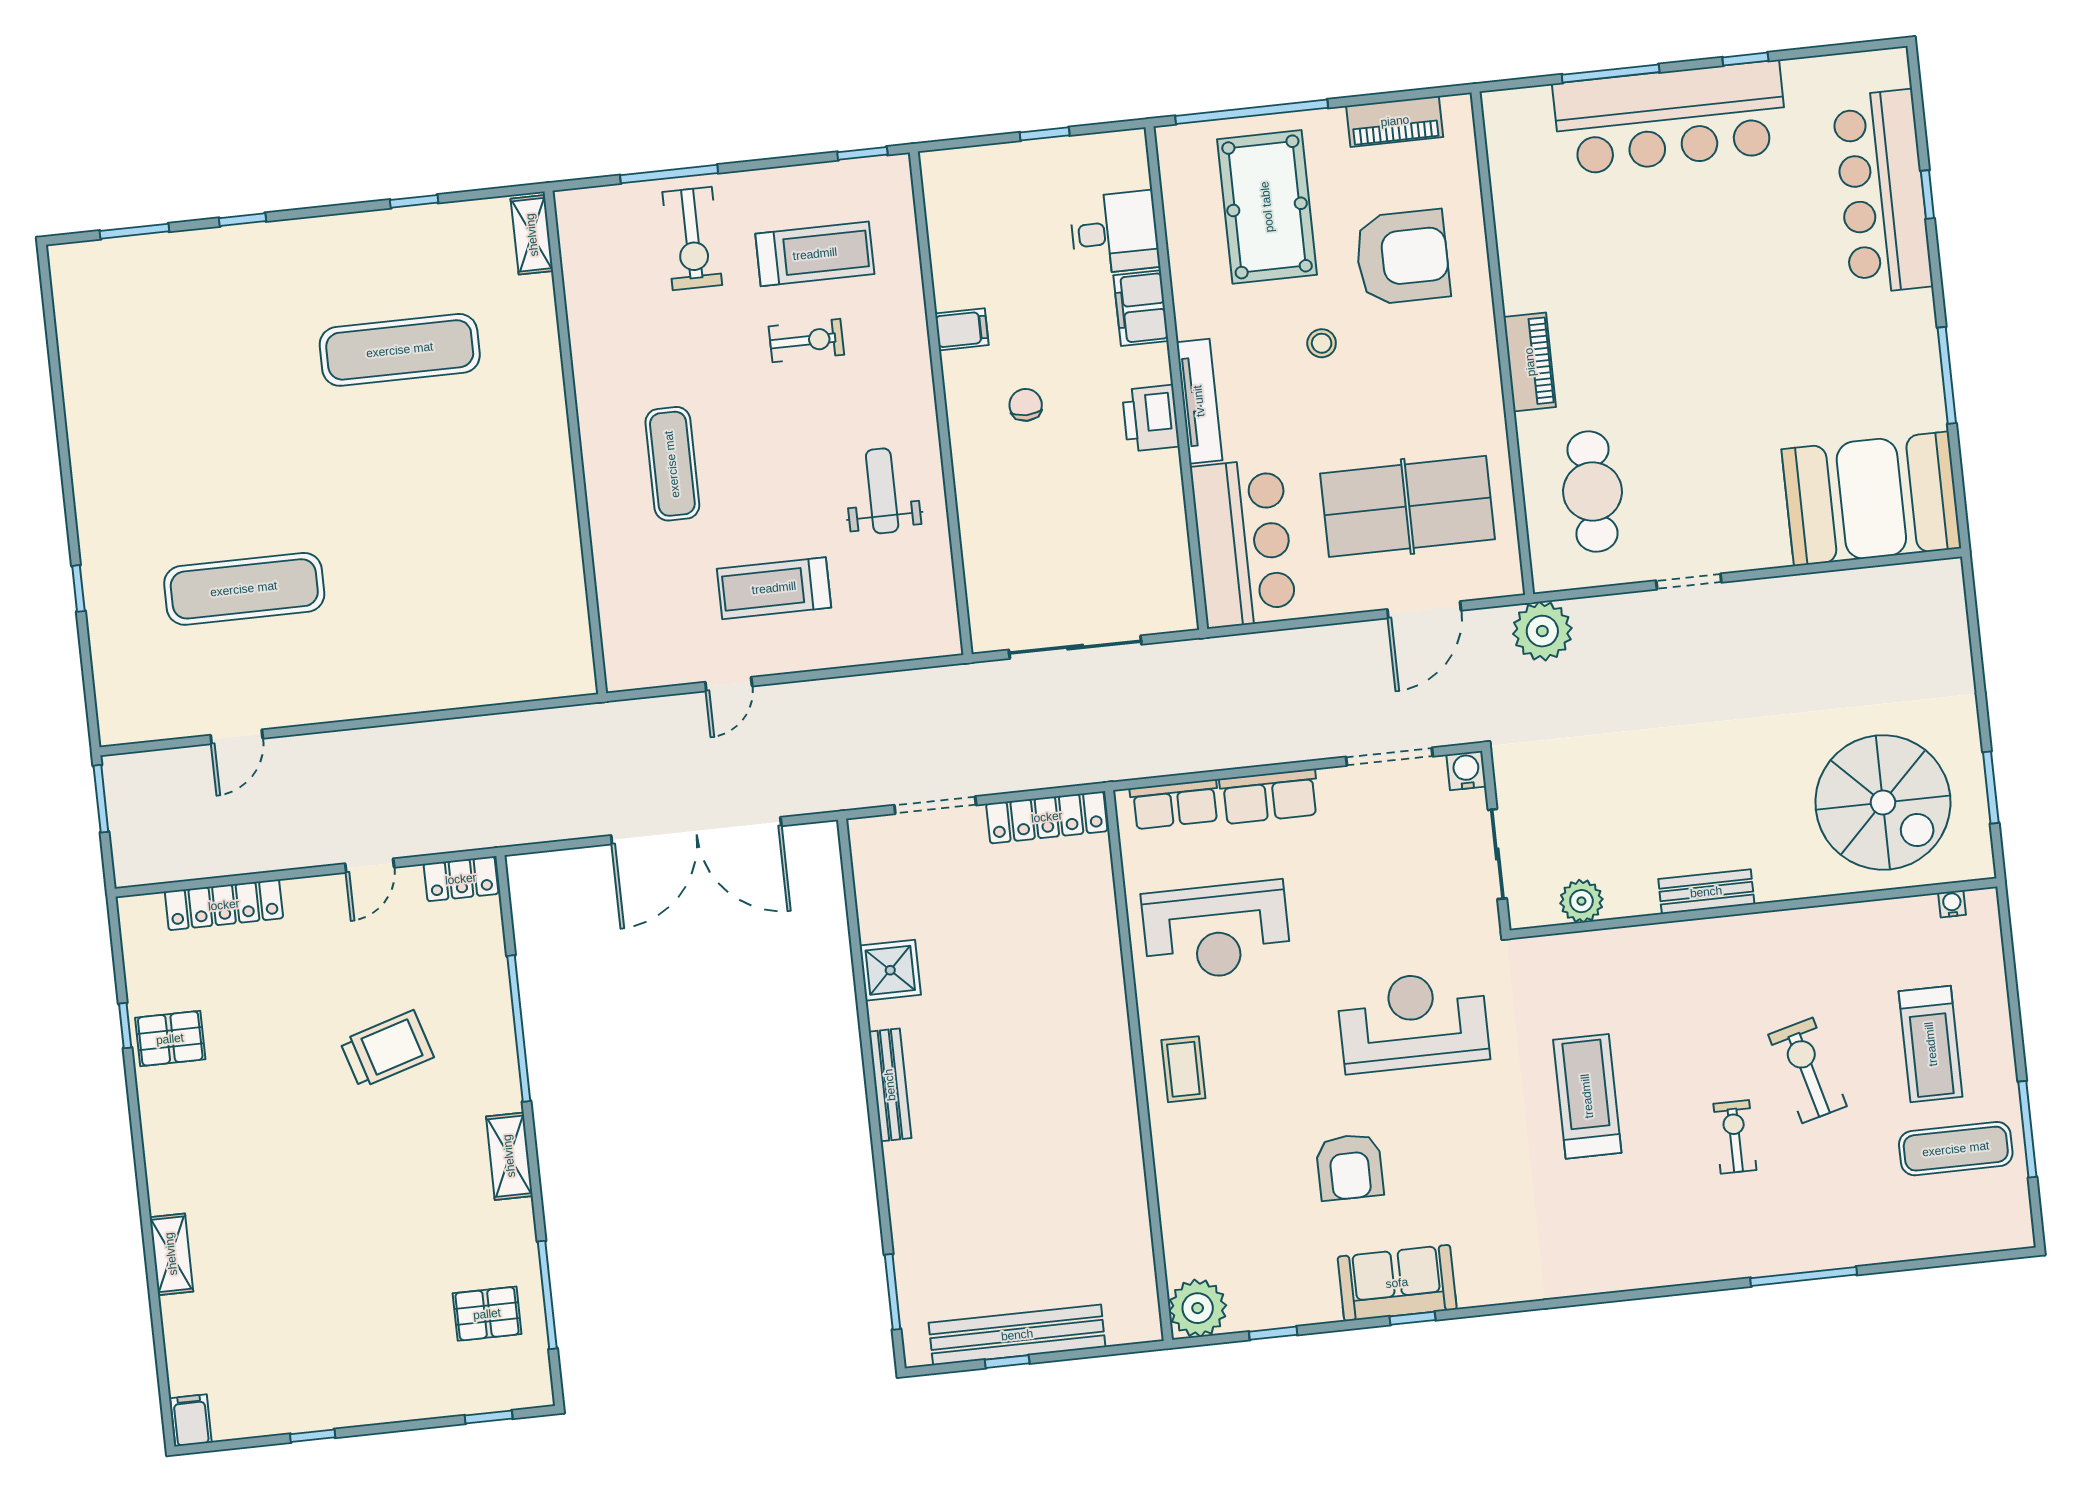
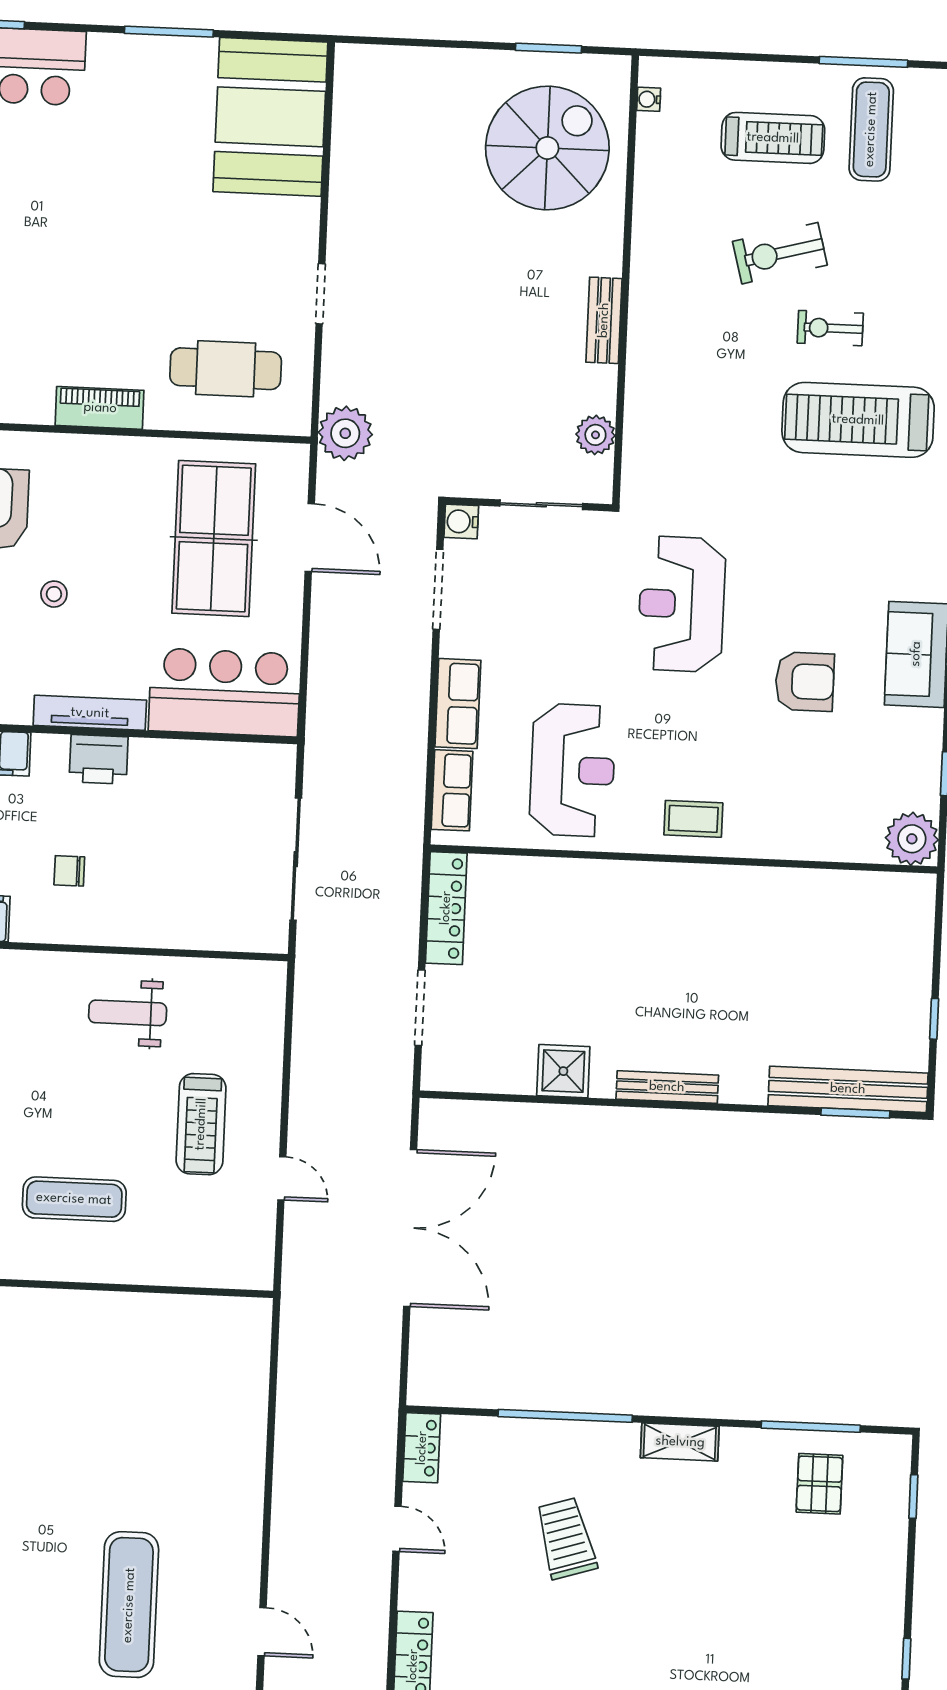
treadmill: (1587, 1096) -> (858, 420), moved, width x1.37, depth x1.38
bench: (1017, 1335) -> (848, 1089), moved, turned 90

